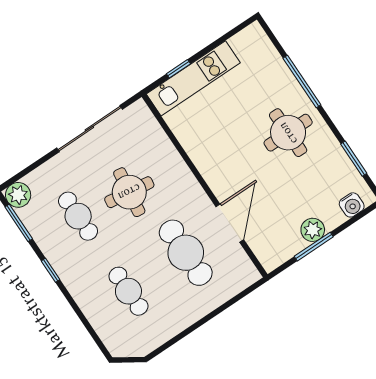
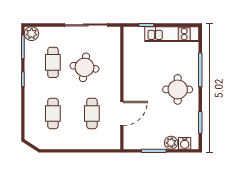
kitchen unit: (193, 78) -> (172, 34), moved
plant: (313, 230) -> (171, 143), moved
cafe table: (186, 253) -> (92, 113), width x0.73, depth x0.74

